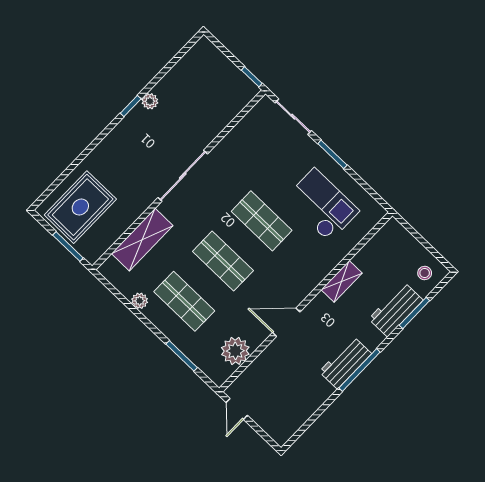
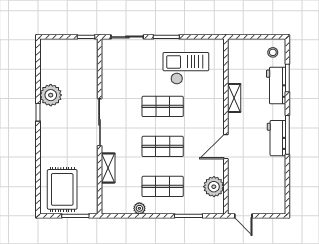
plant: (150, 101) -> (51, 95), width x1.88, depth x1.88
shelving: (142, 240) -> (108, 168), width x0.67, depth x0.75

